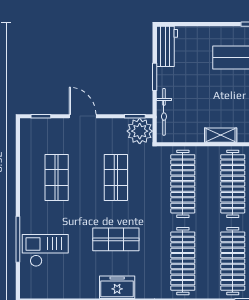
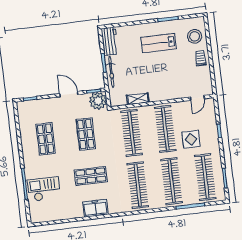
bicycle: (164, 112) -> (111, 72), moved
door: (83, 116) -> (69, 94), moved
shelving: (221, 135) -> (138, 99), moved

